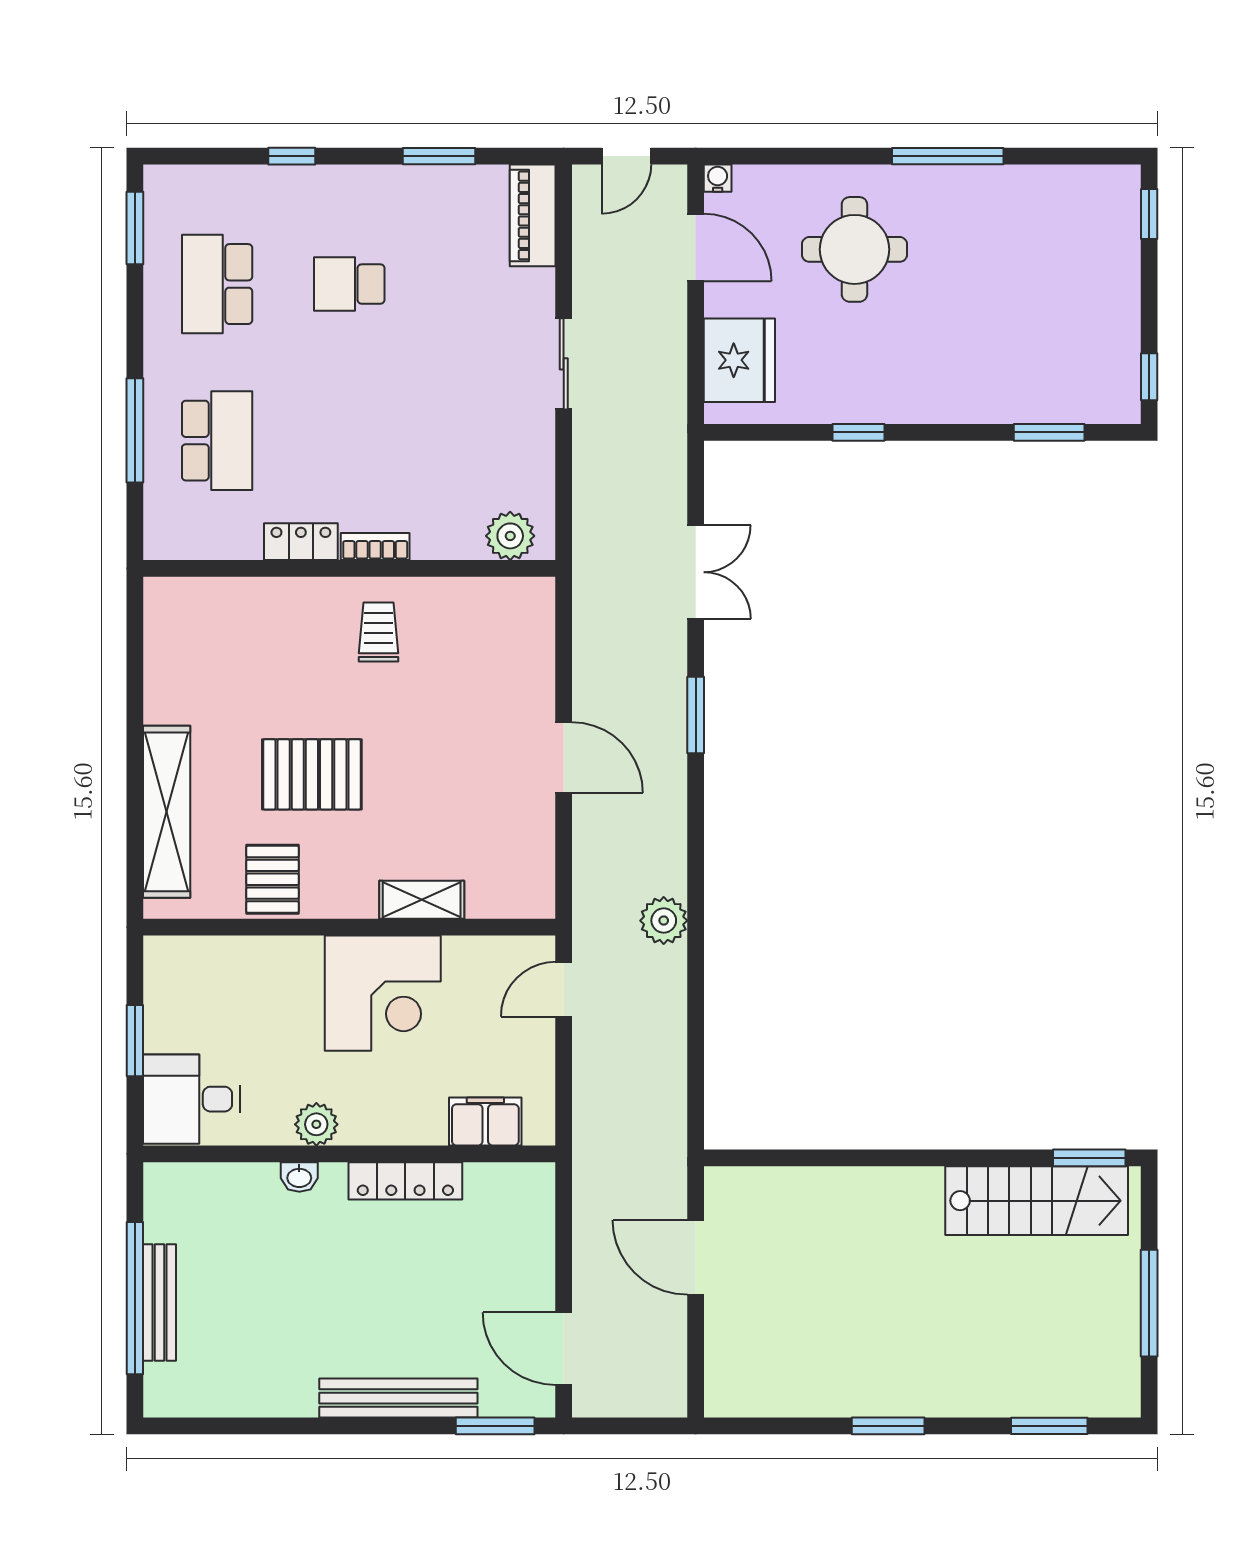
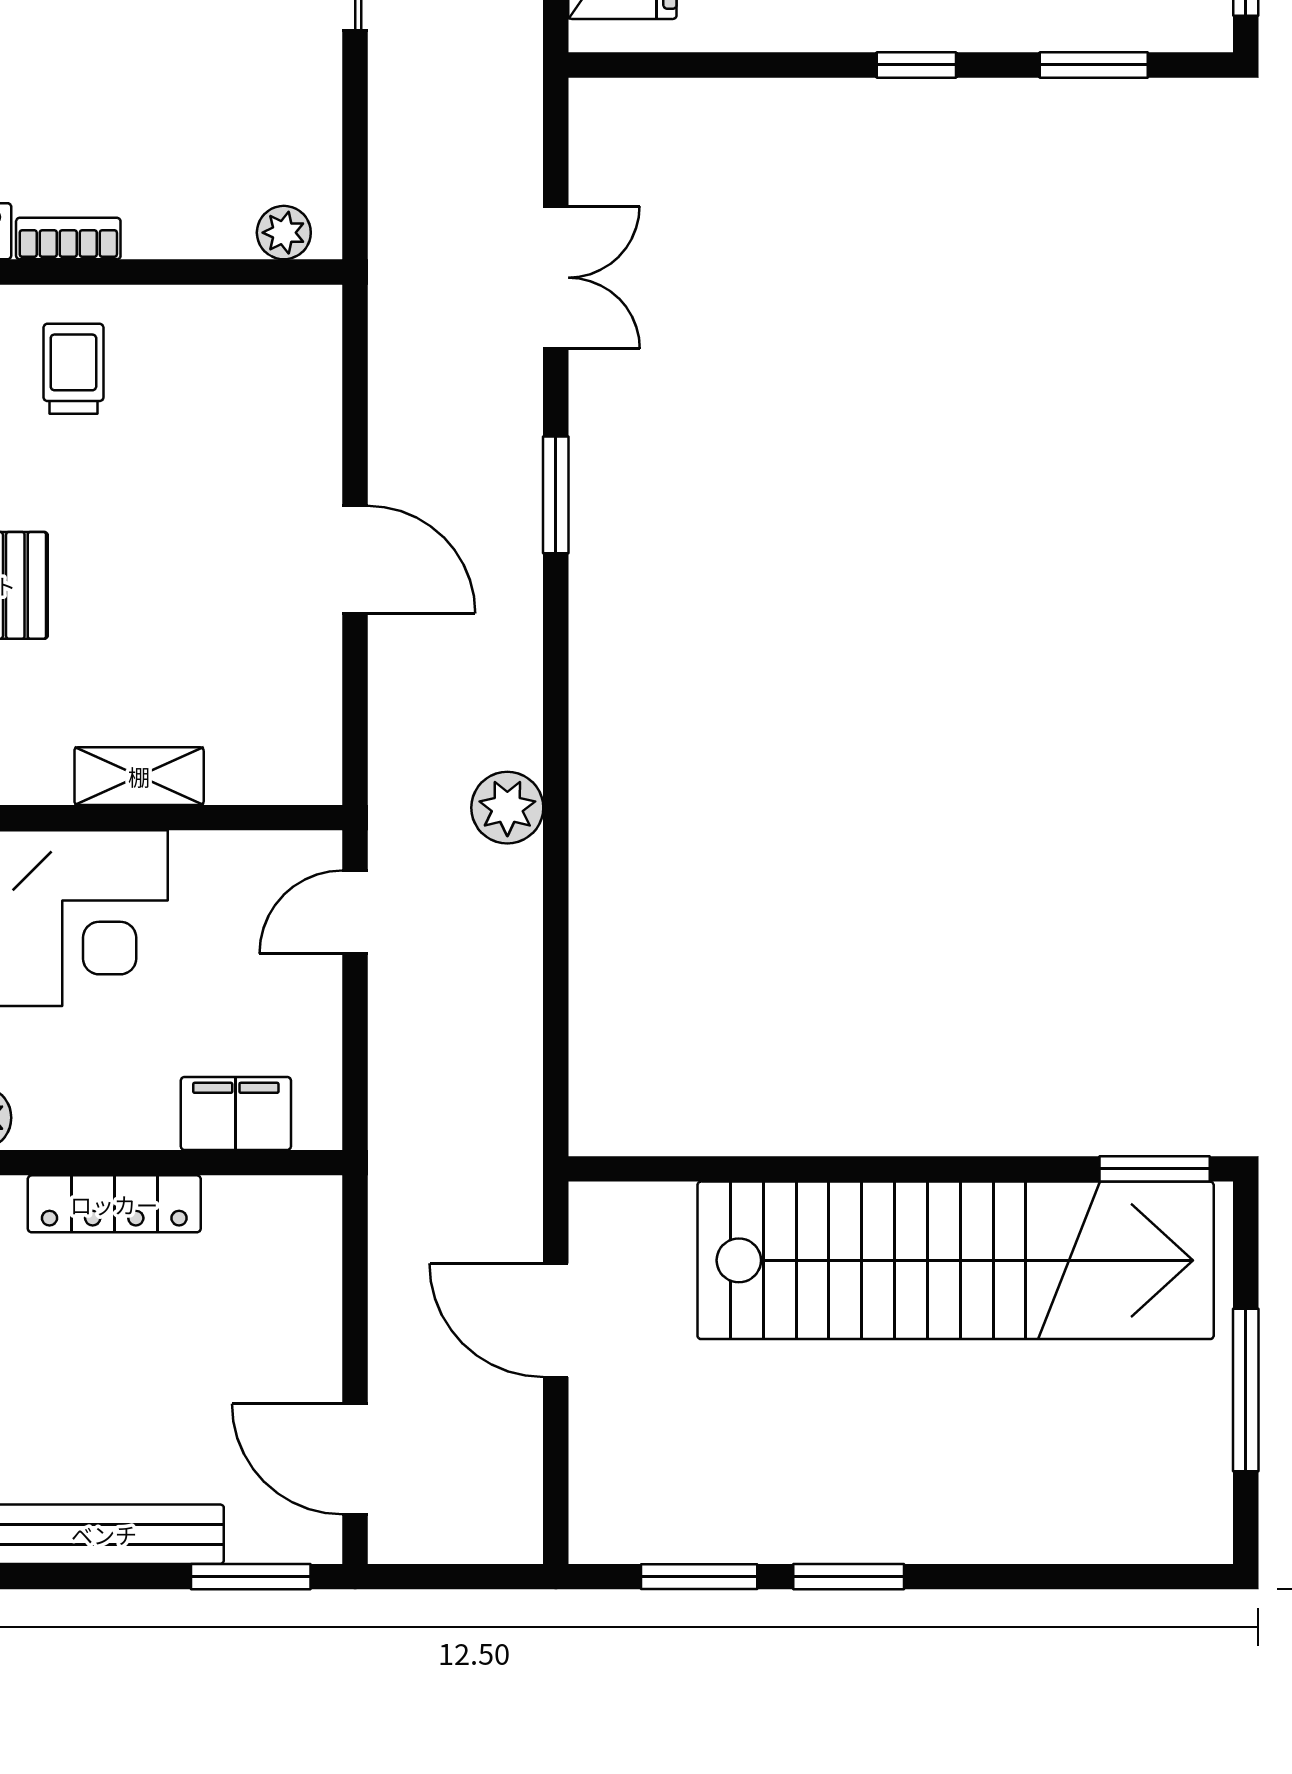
window: (858, 432) -> (916, 65), moved
plant: (510, 536) -> (284, 233), width x0.73, depth x0.73
stairs: (1037, 1201) -> (956, 1260), width x1.86, depth x1.51
window: (1049, 1426) -> (699, 1577), moved

